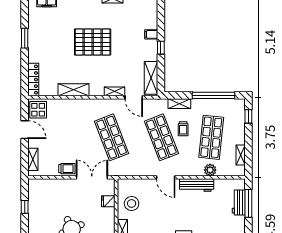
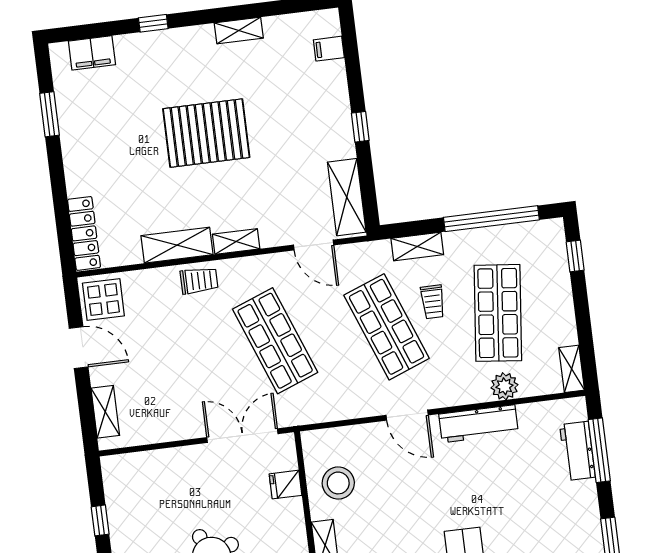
filing cabinet: (151, 34) -> (329, 49), moved
window: (25, 38) -> (50, 114), moved
shelving: (114, 91) -> (236, 242), moved
shelving: (241, 155) -> (572, 369), moved
trolley: (67, 169) -> (199, 281), moved

